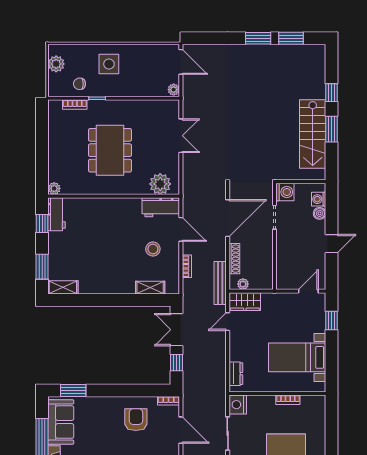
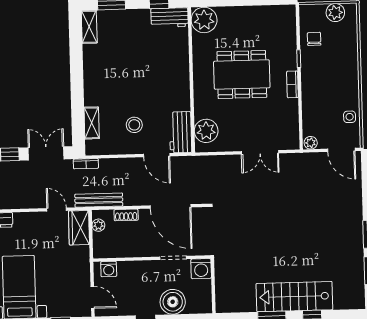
door: (181, 62) -> (341, 150), hinge flipped
side table: (109, 64) -> (350, 117), moved, width x0.54, depth x0.54
bookcase: (75, 105) -> (292, 84), moved
stairs: (313, 134) -> (294, 297), moved
plant: (54, 188) -> (204, 20), width x1.87, depth x1.87
washing machine: (319, 199) -> (109, 269), moved, turned 180
boiler: (320, 213) -> (173, 302), width x1.86, depth x1.86
door: (181, 229) -> (157, 155), hinge flipped
shoe rack: (234, 259) -> (126, 215), width x0.70
bookcase: (187, 266) -> (86, 164), moved

